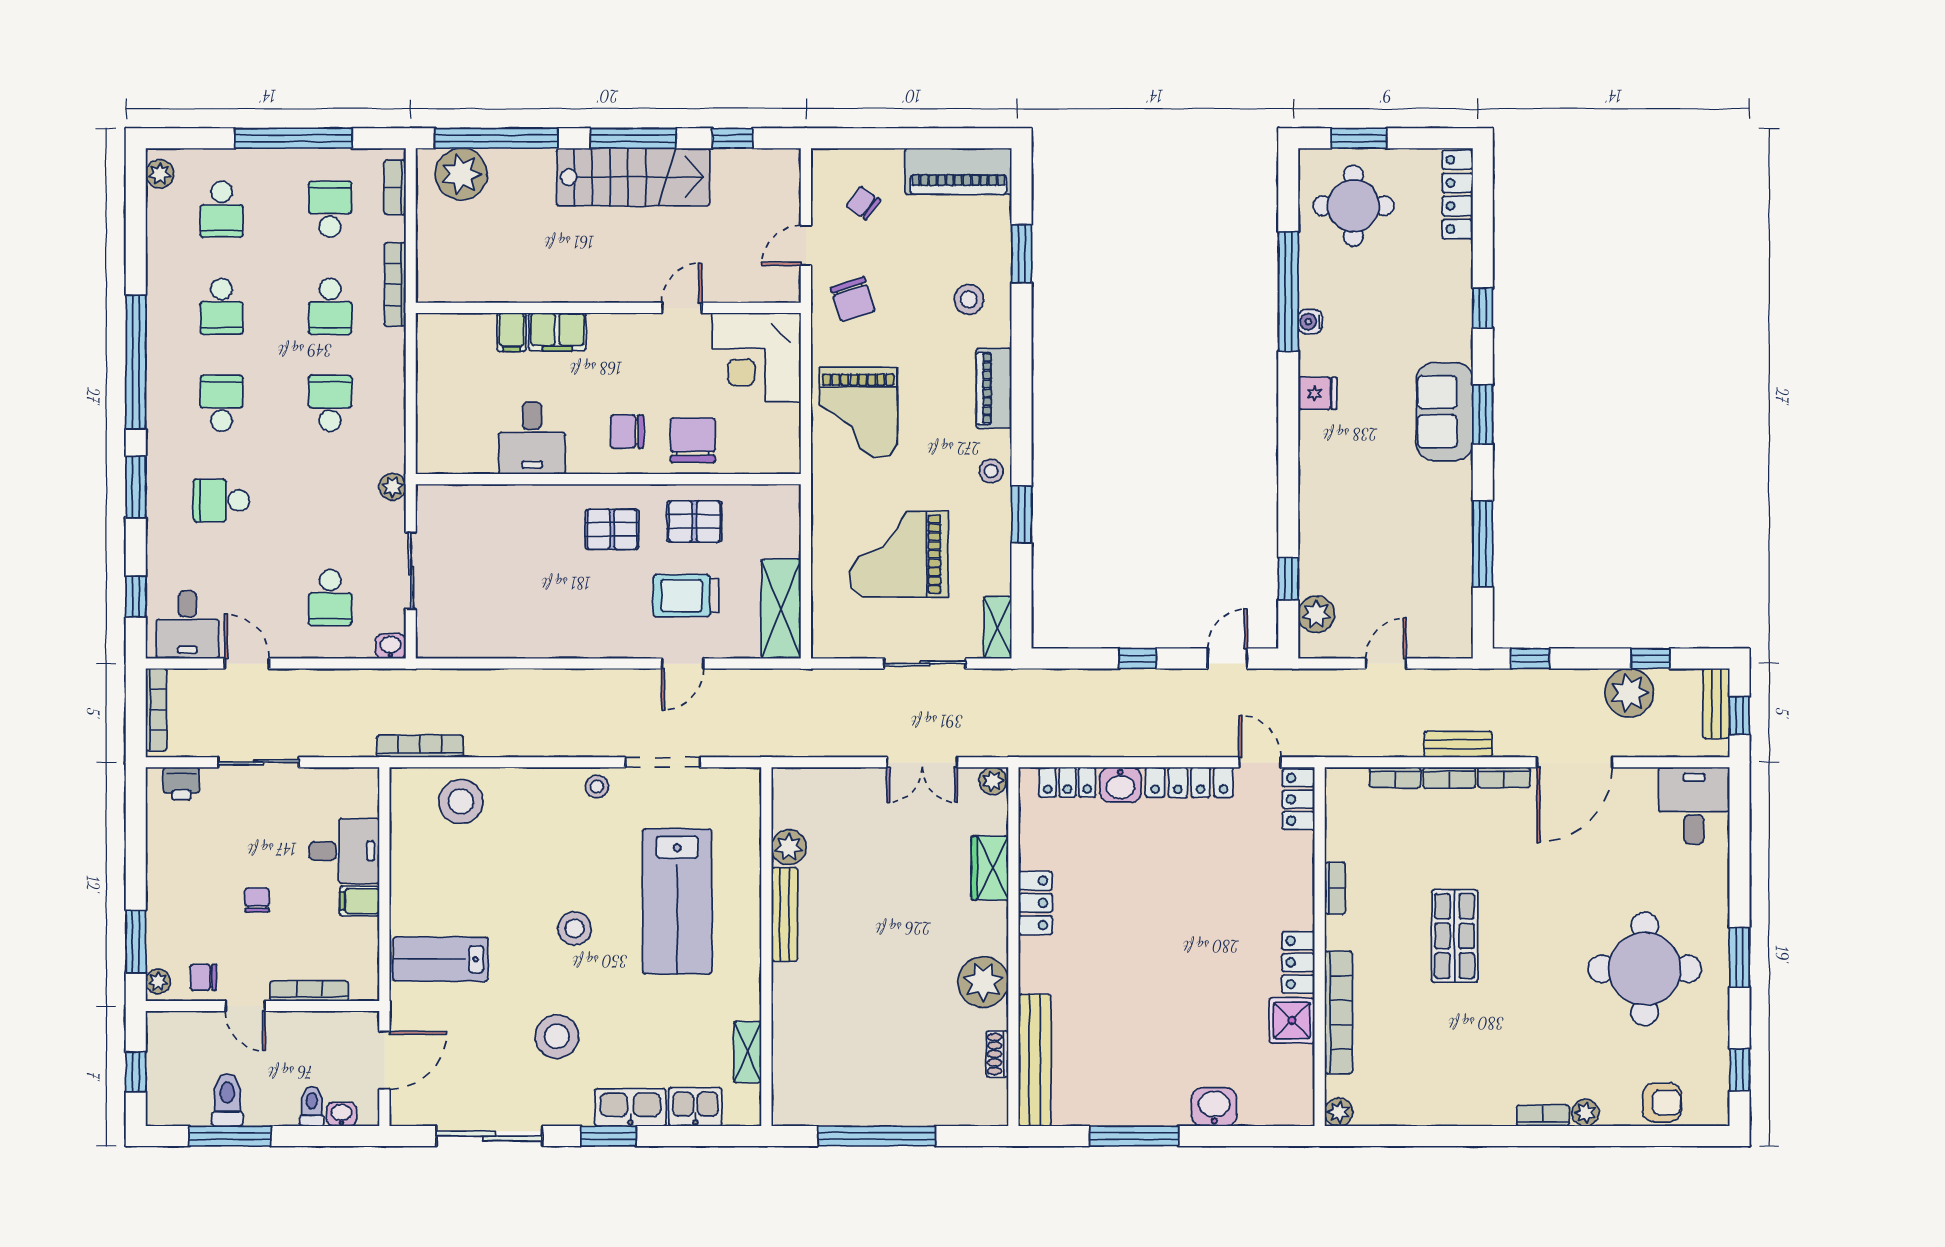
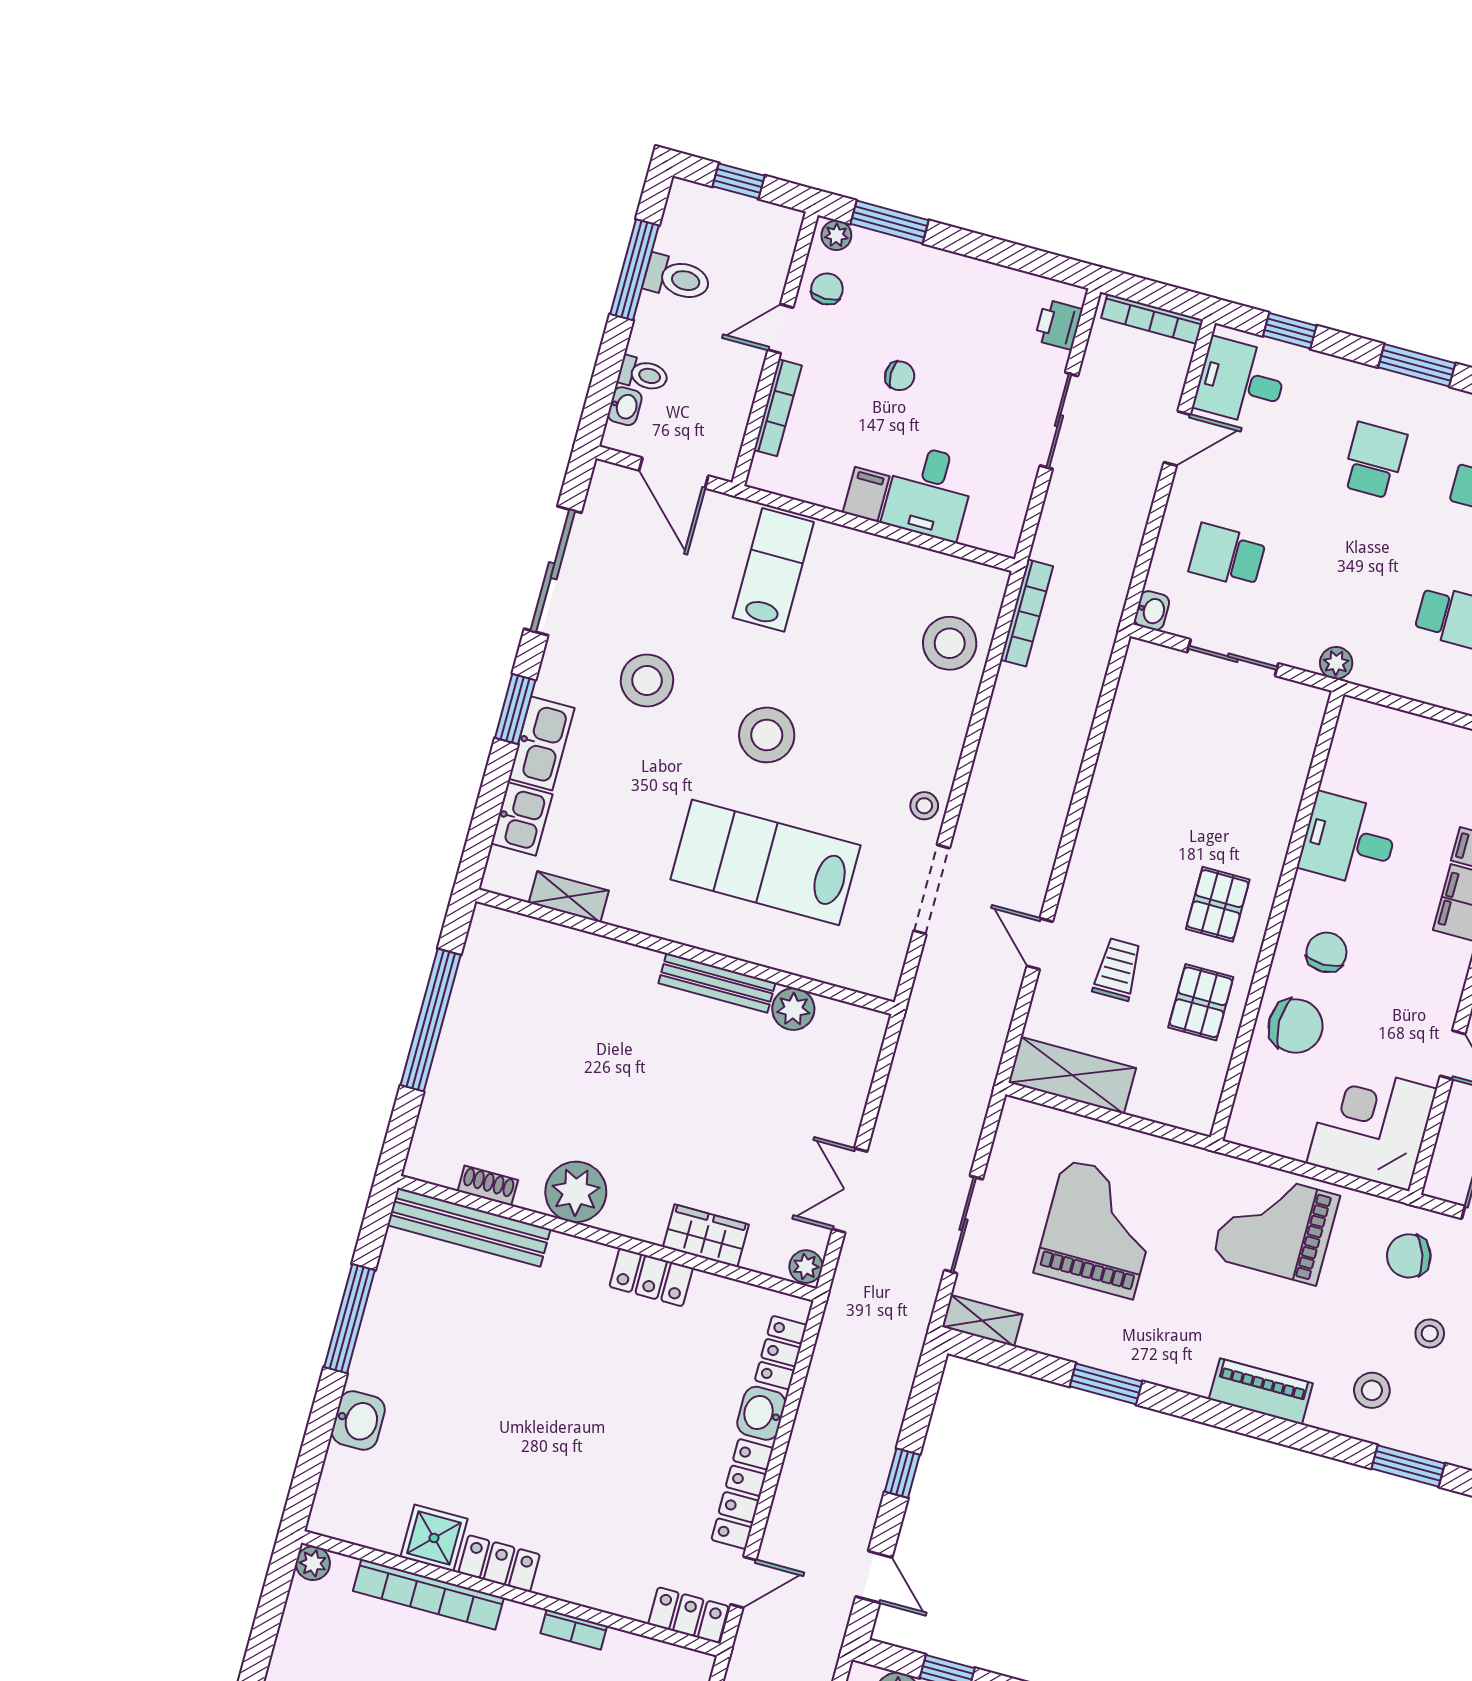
stool: (991, 471) -> (1430, 1334), moved
trolley: (686, 596) -> (1117, 969), width x0.73, depth x0.72
stool: (575, 928) -> (767, 735), width x1.38, depth x1.38

